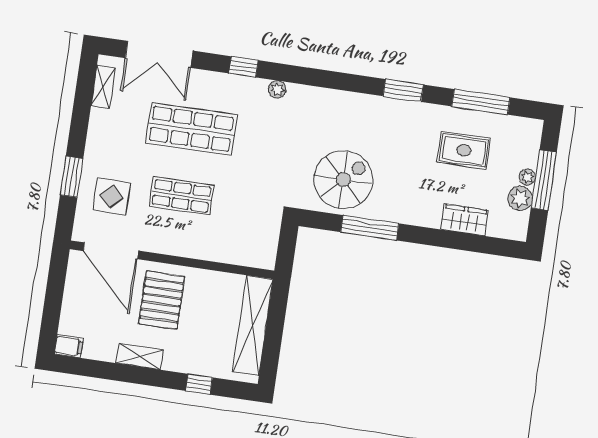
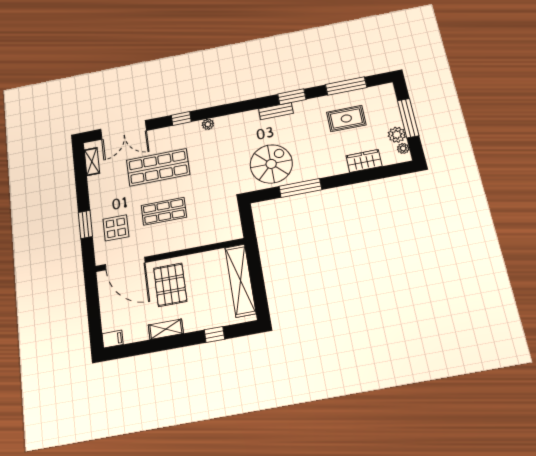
bench: (375, 104) -> (276, 111), added
plant: (527, 177) -> (403, 148), moved

